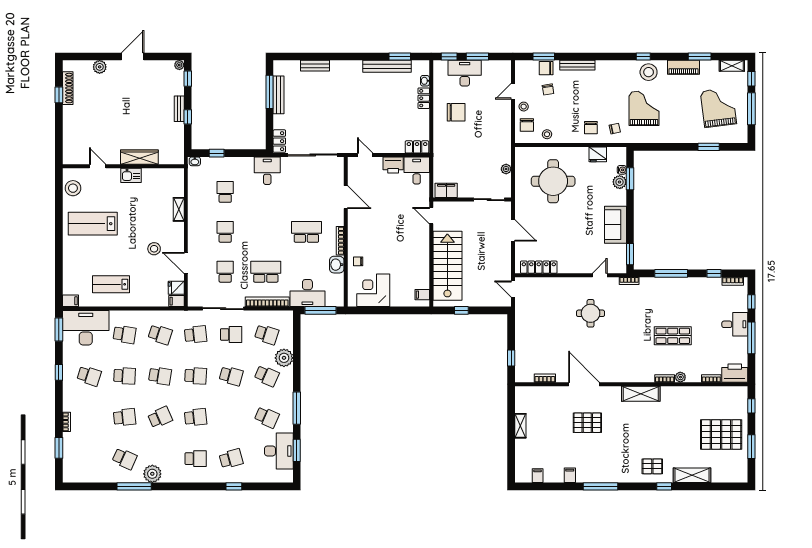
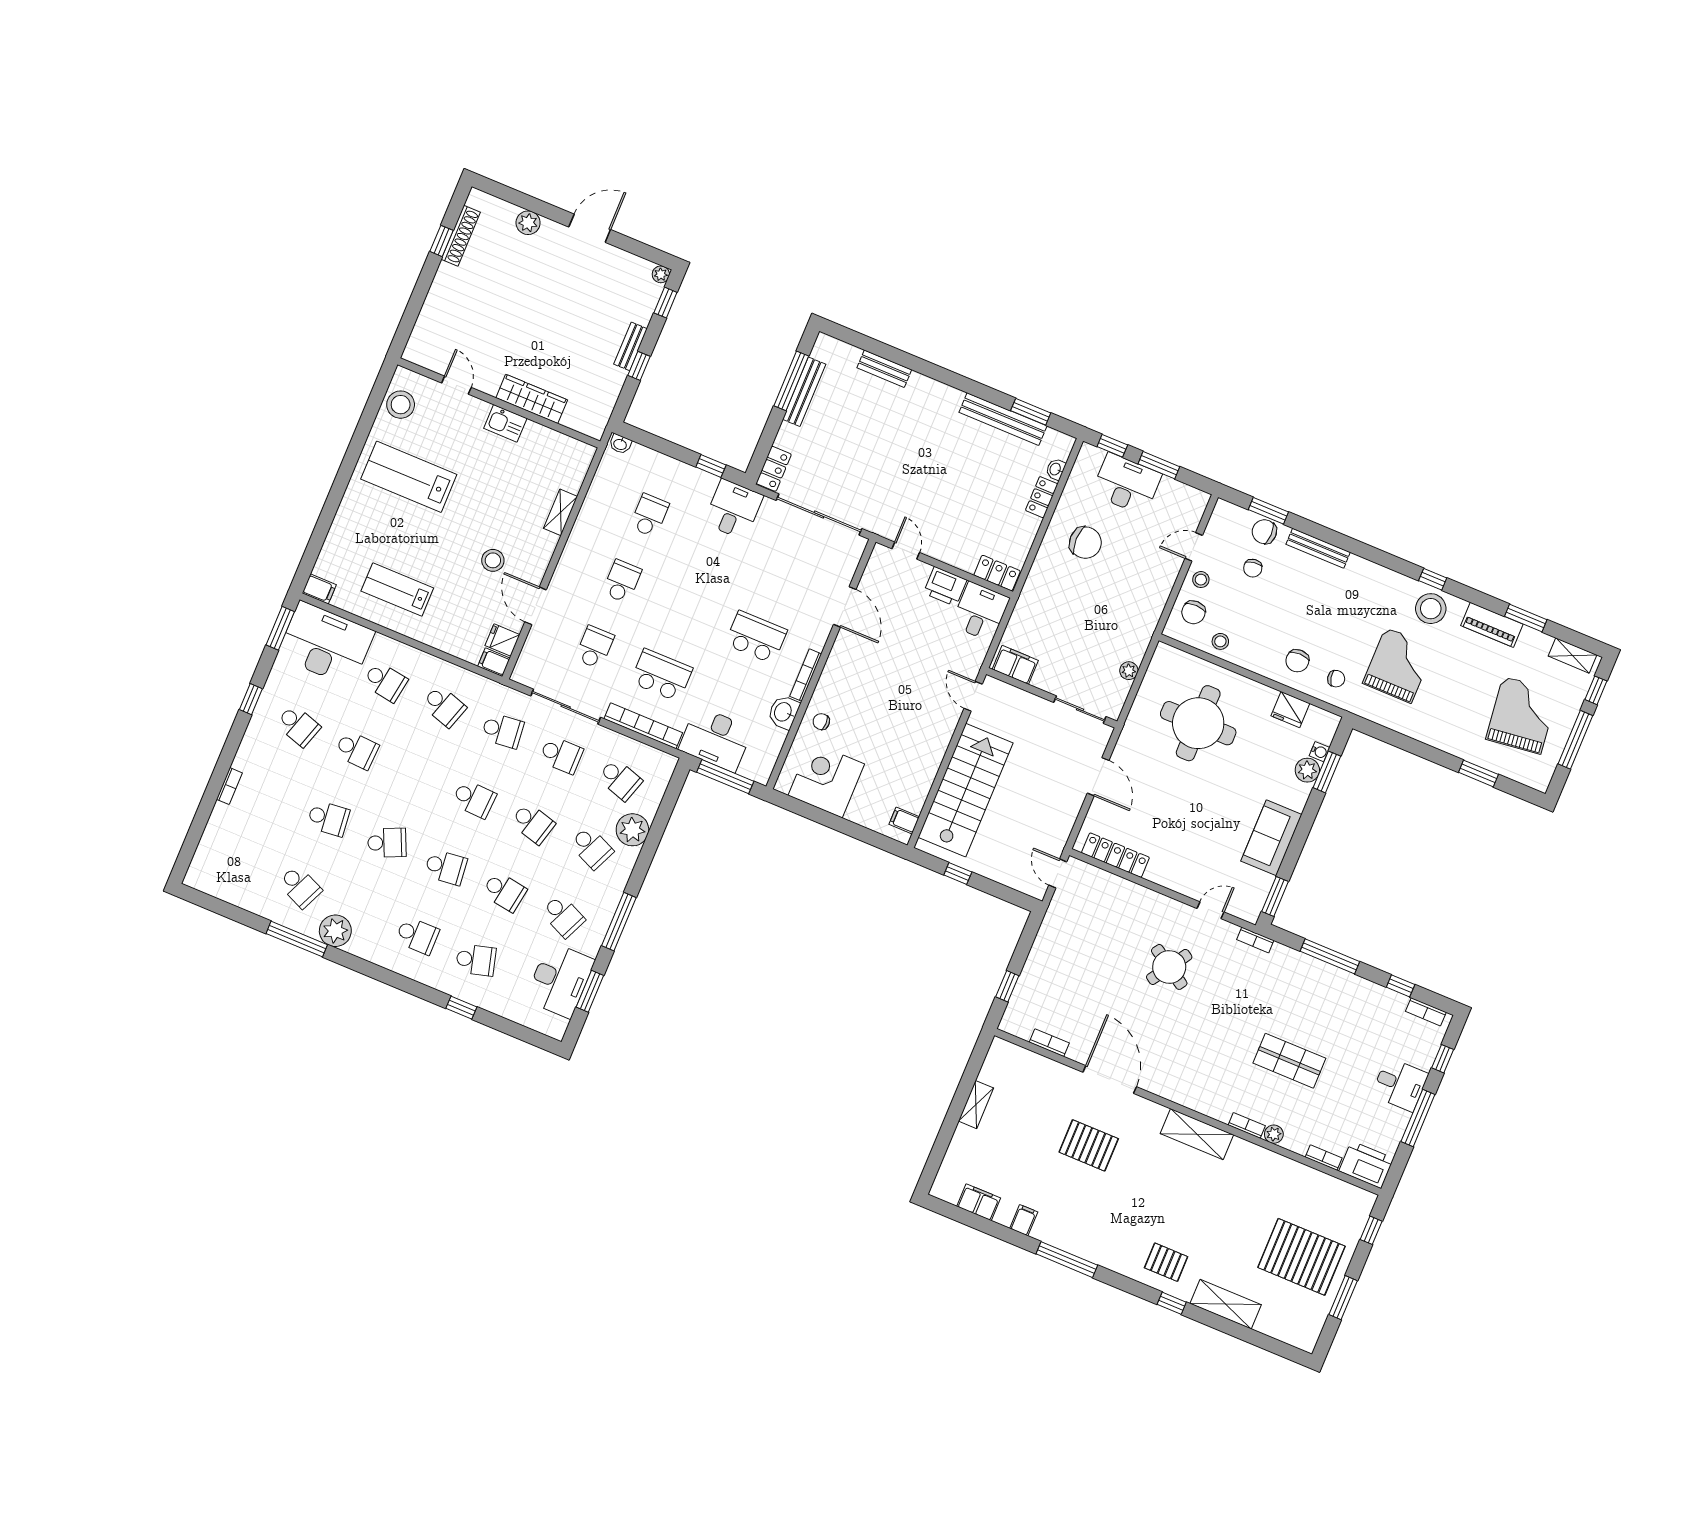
window: (217, 153) -> (711, 466), moved
round table: (591, 313) -> (1169, 967), turned 33
school desk: (160, 376) -> (504, 892), moved
window: (59, 448) -> (199, 824), removed
filing cabinet: (538, 476) -> (979, 1202), width x2.00

